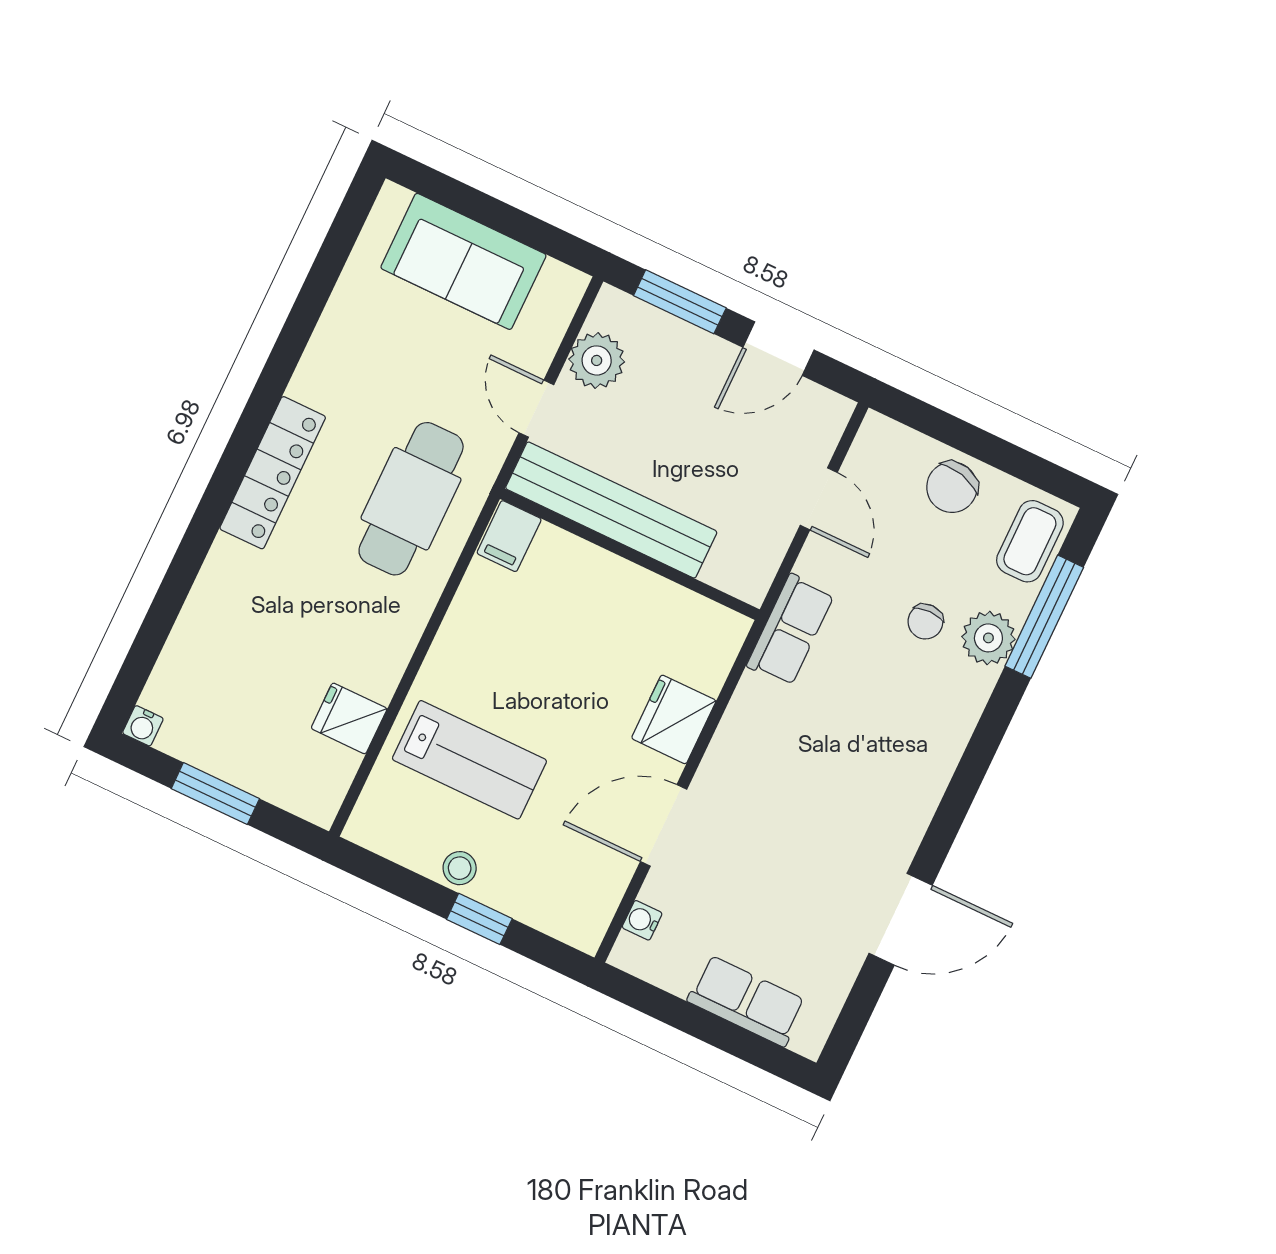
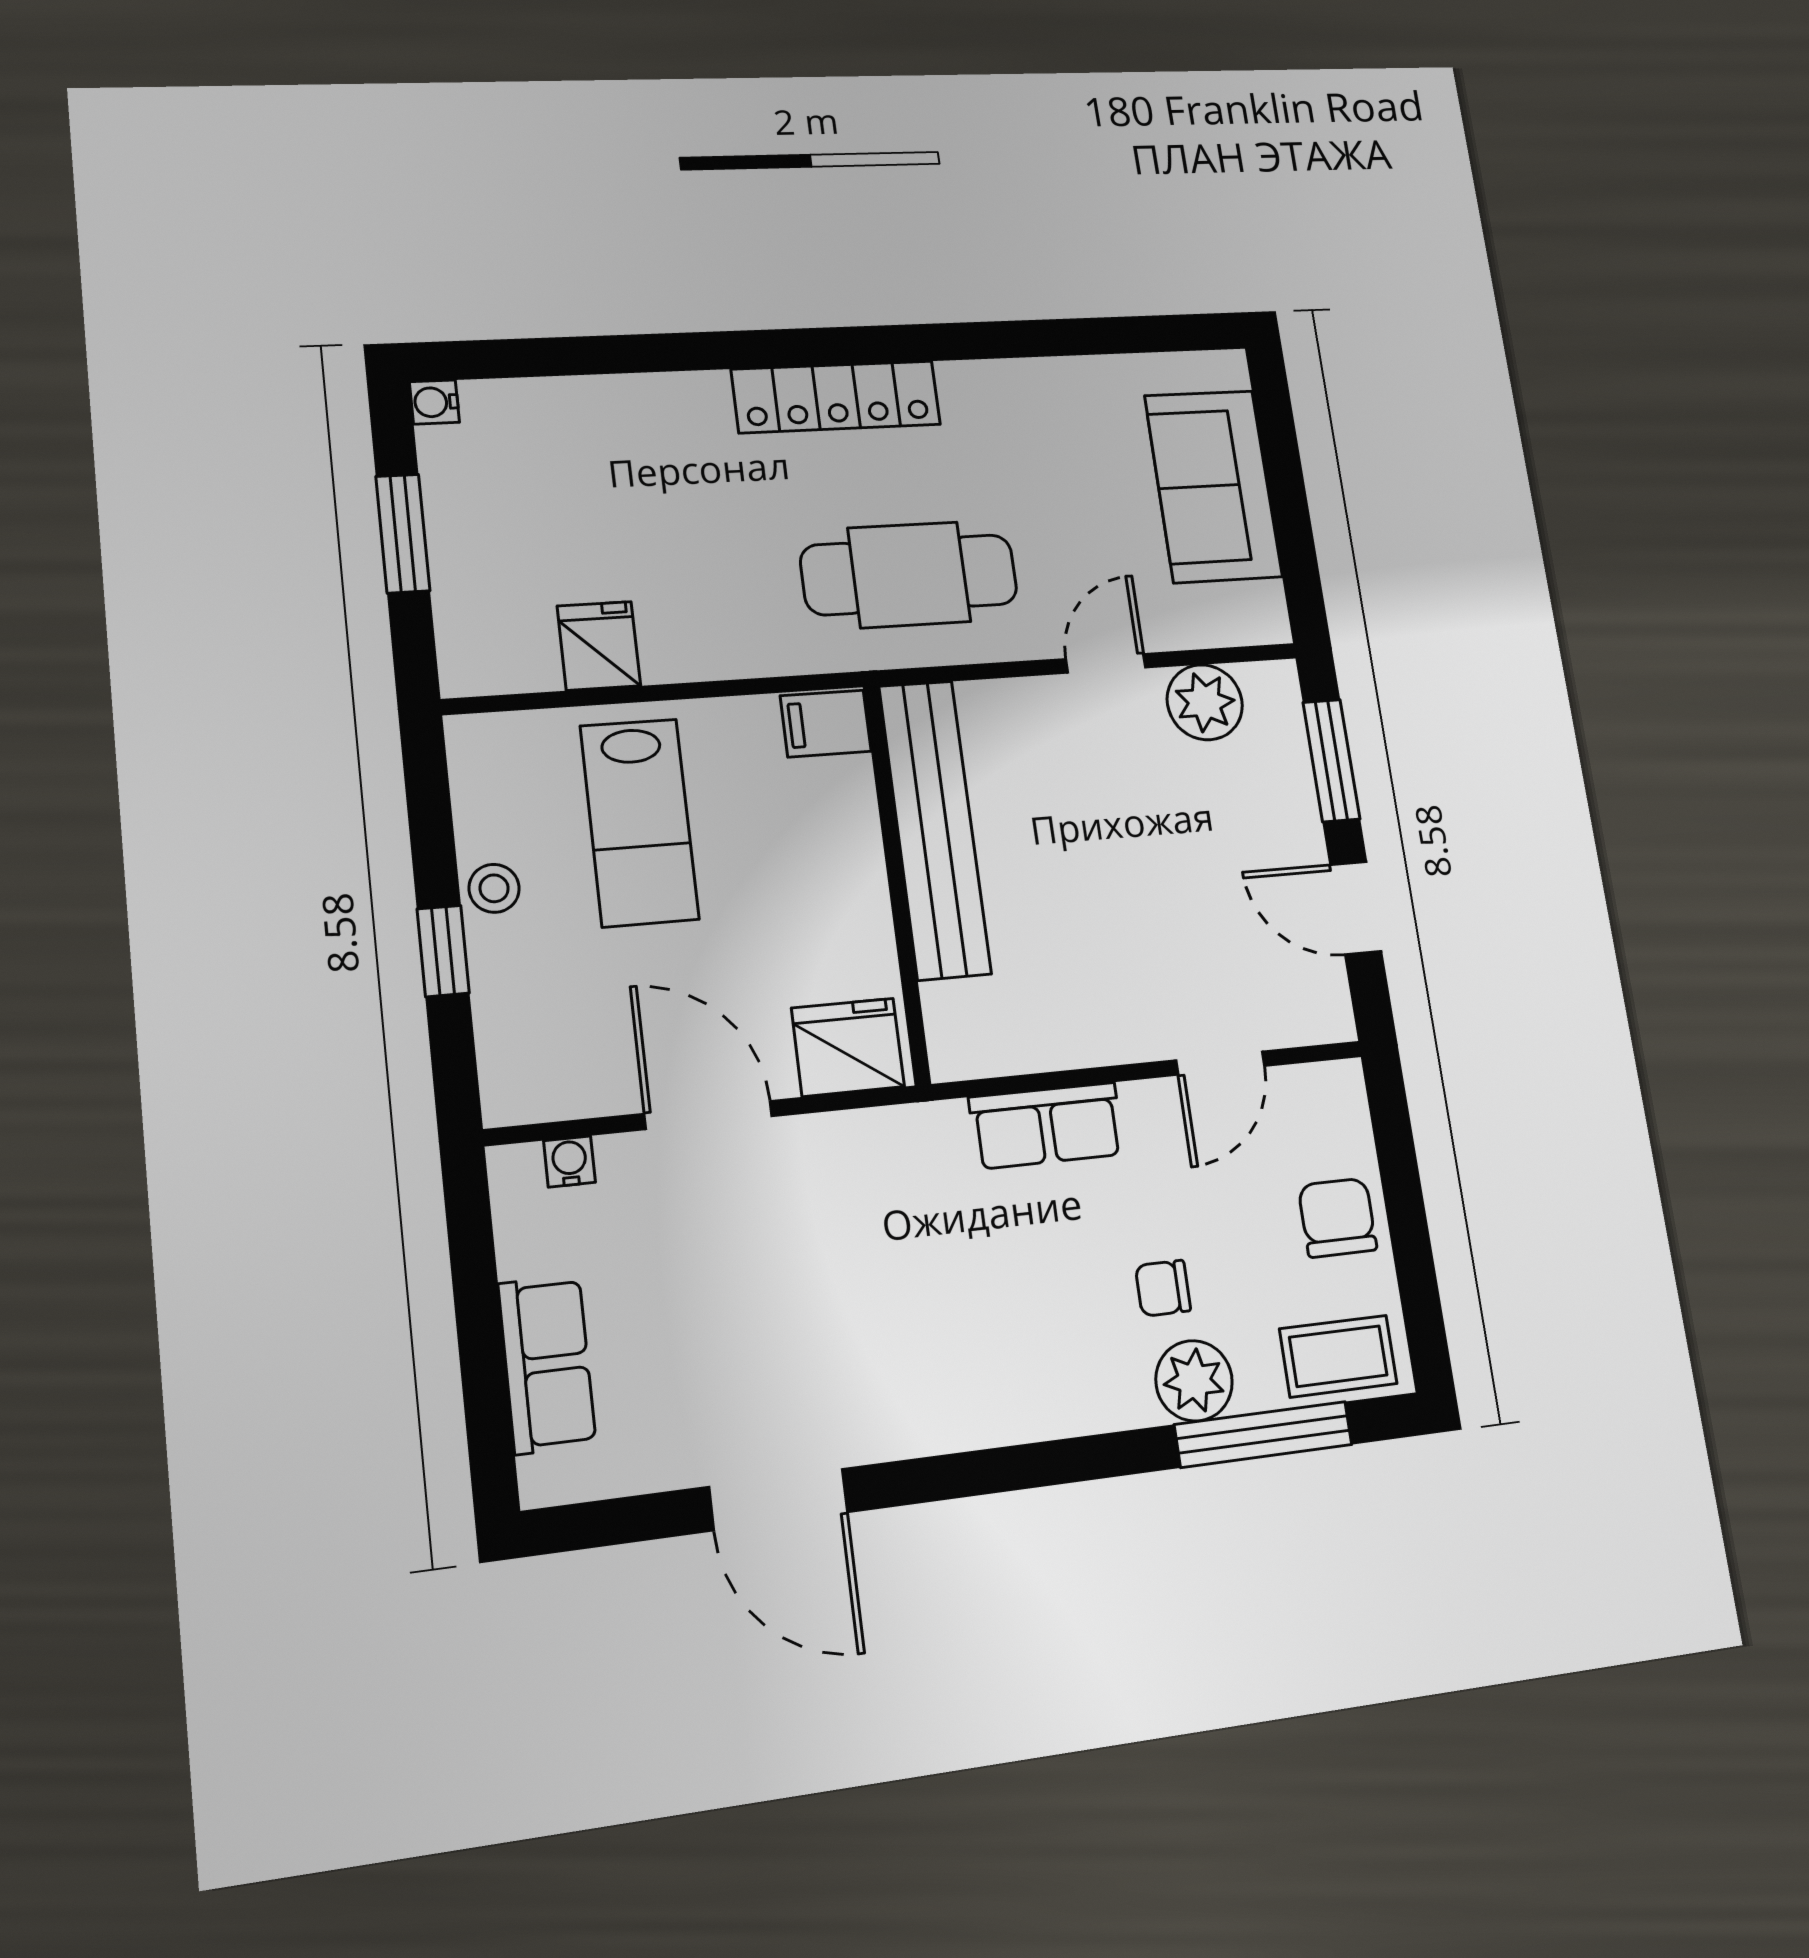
chair: (952, 487) -> (1337, 1218), turned 76
bench: (611, 510) -> (935, 829), moved
filing cabinet: (509, 536) -> (826, 723), moved
wall: (630, 554) -> (897, 883), moved

